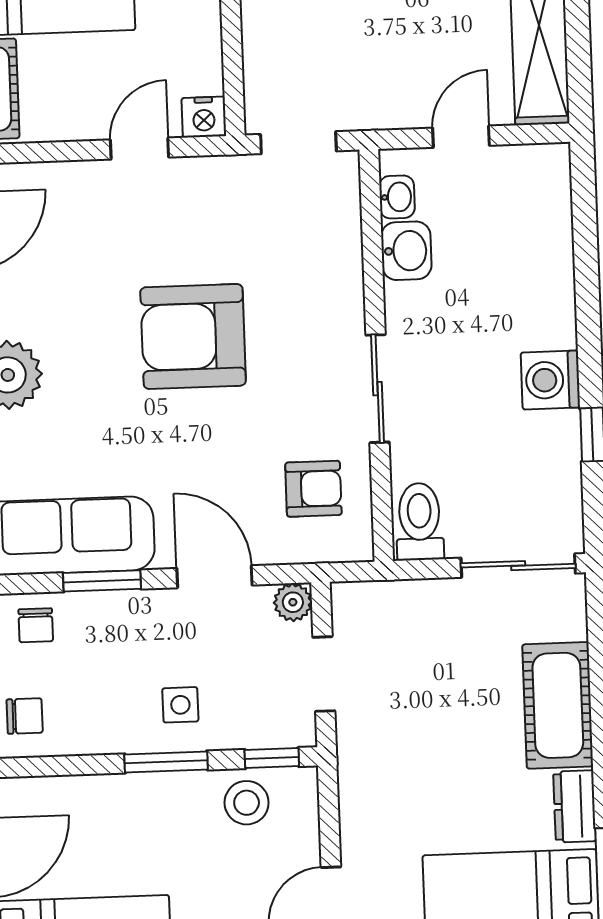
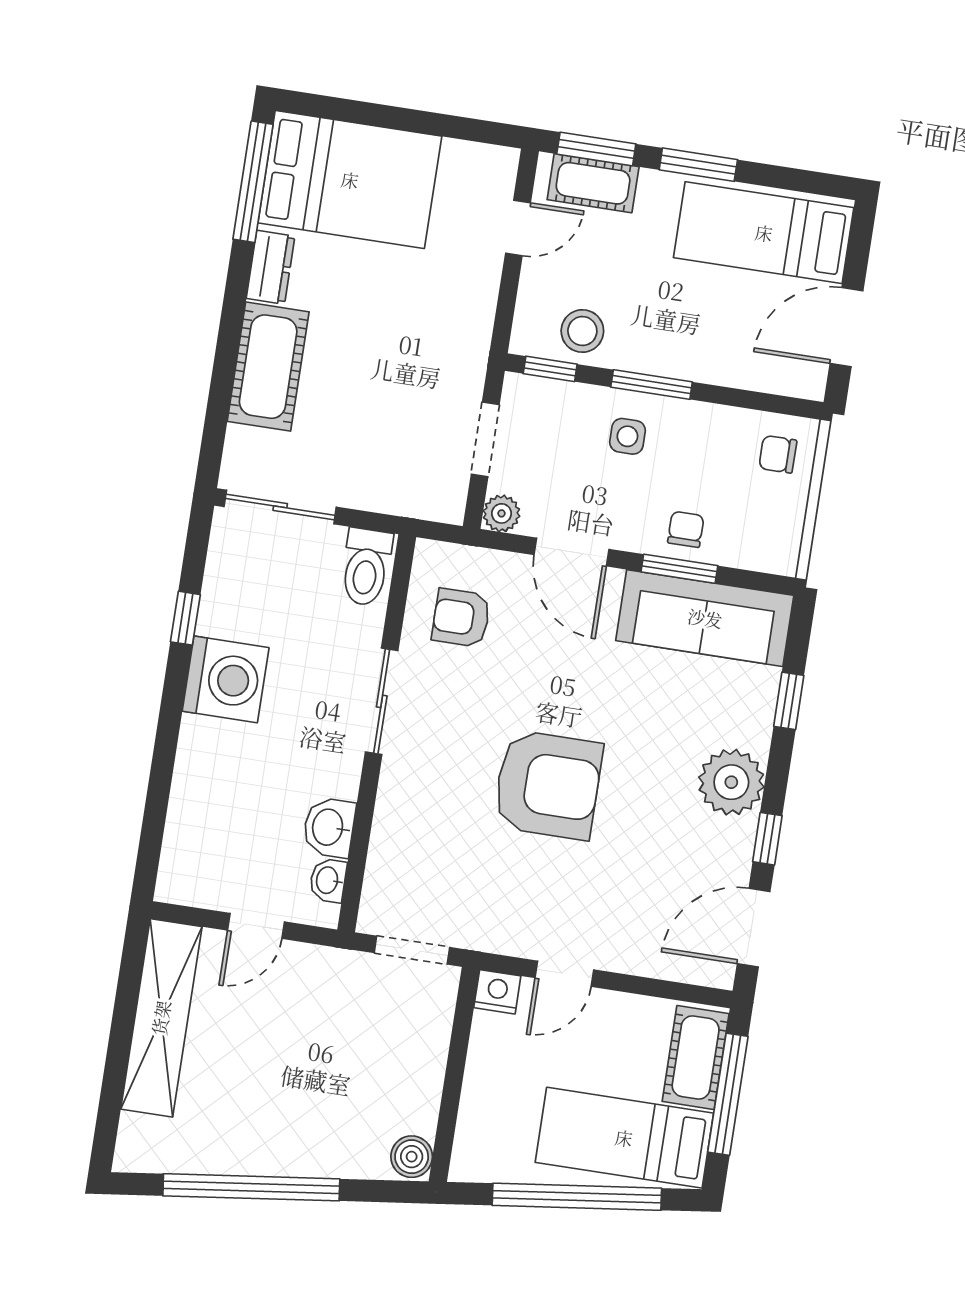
washing machine: (550, 380) -> (226, 679), width x1.37, depth x1.37
chair: (36, 625) -> (686, 529), moved

